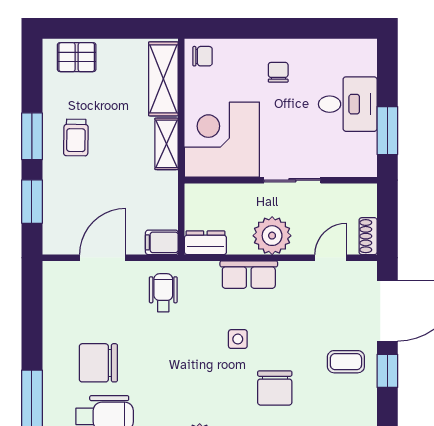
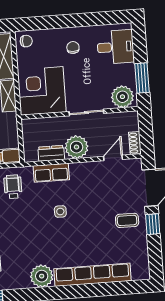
desk: (348, 104) -> (115, 47), moved
plant: (353, 159) -> (122, 97), added
dresser: (205, 243) -> (51, 153), moved
row of seats: (249, 275) -> (51, 173), moved
chair: (275, 388) -> (85, 240), removed

